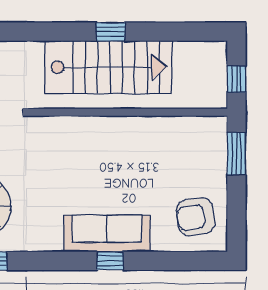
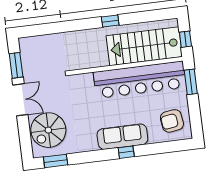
stairs: (108, 67) -> (144, 46), moved, turned 180
bar counter: (149, 139) -> (140, 80), added

